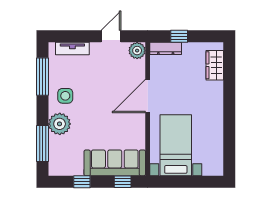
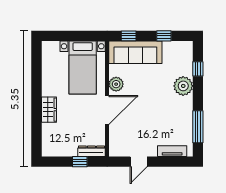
plant: (137, 51) -> (116, 84), moved
wardrobe: (215, 65) -> (49, 110), moved
side table: (65, 96) -> (178, 110), removed
window: (43, 144) -> (198, 69), width x0.46

